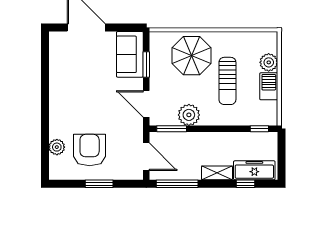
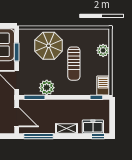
barbecue: (269, 86) -> (103, 86), moved
freezer: (254, 170) -> (93, 127), width x0.71
window: (245, 184) -> (98, 136), moved

